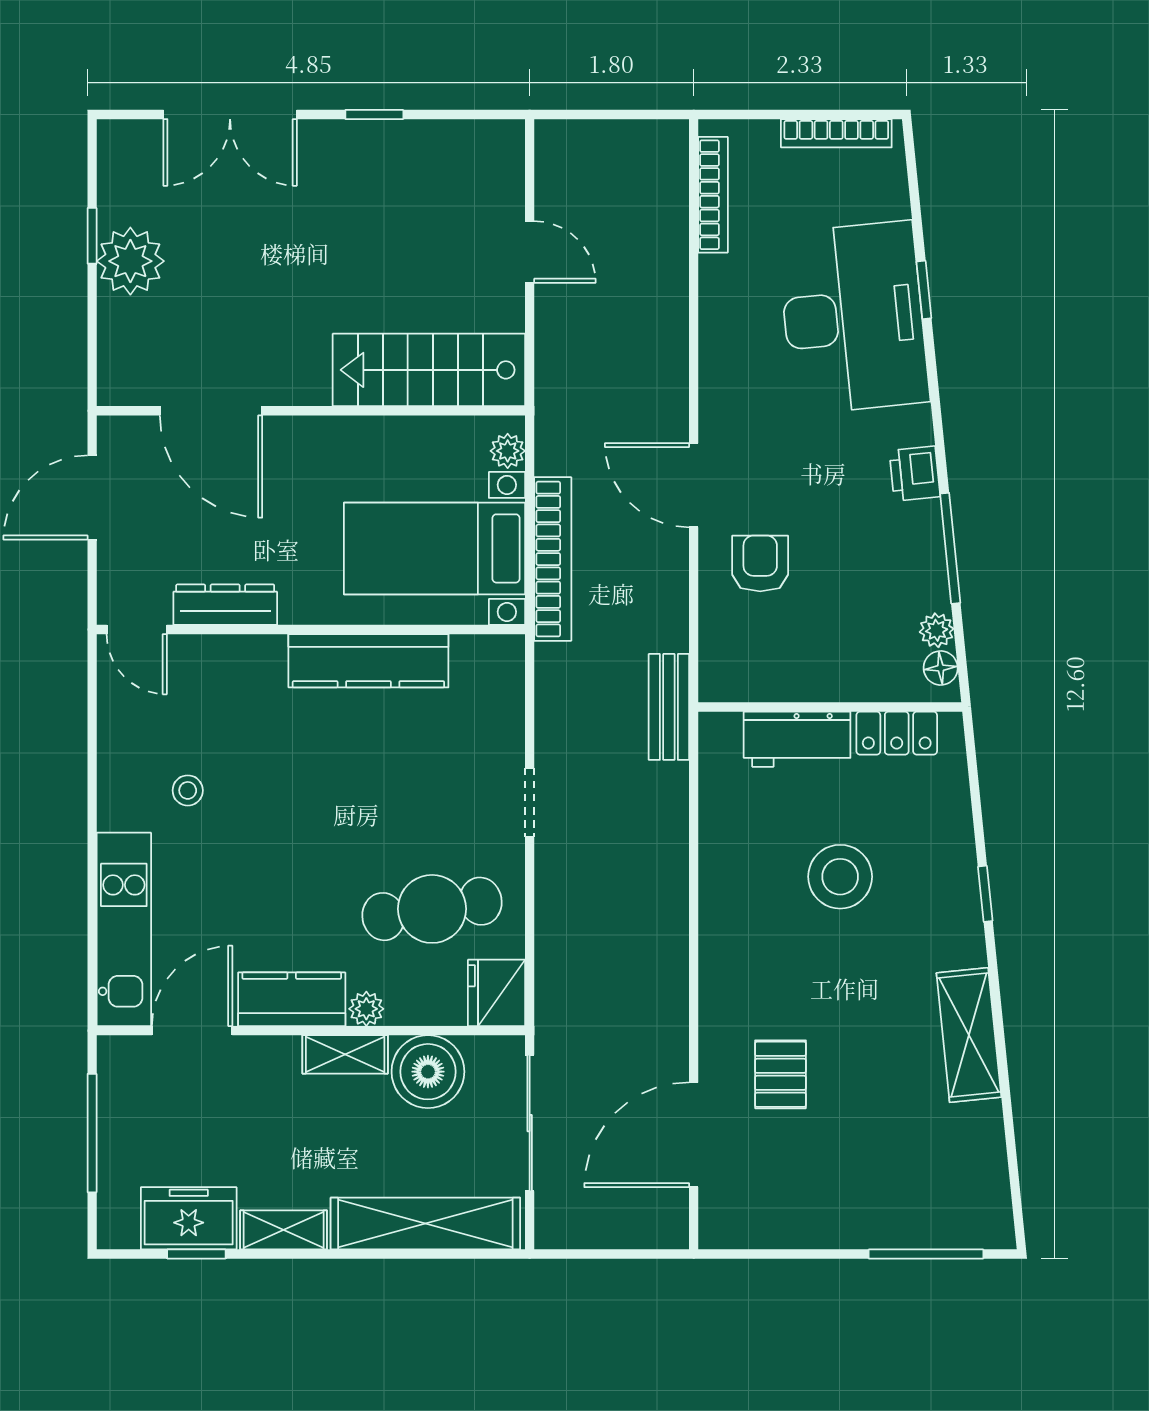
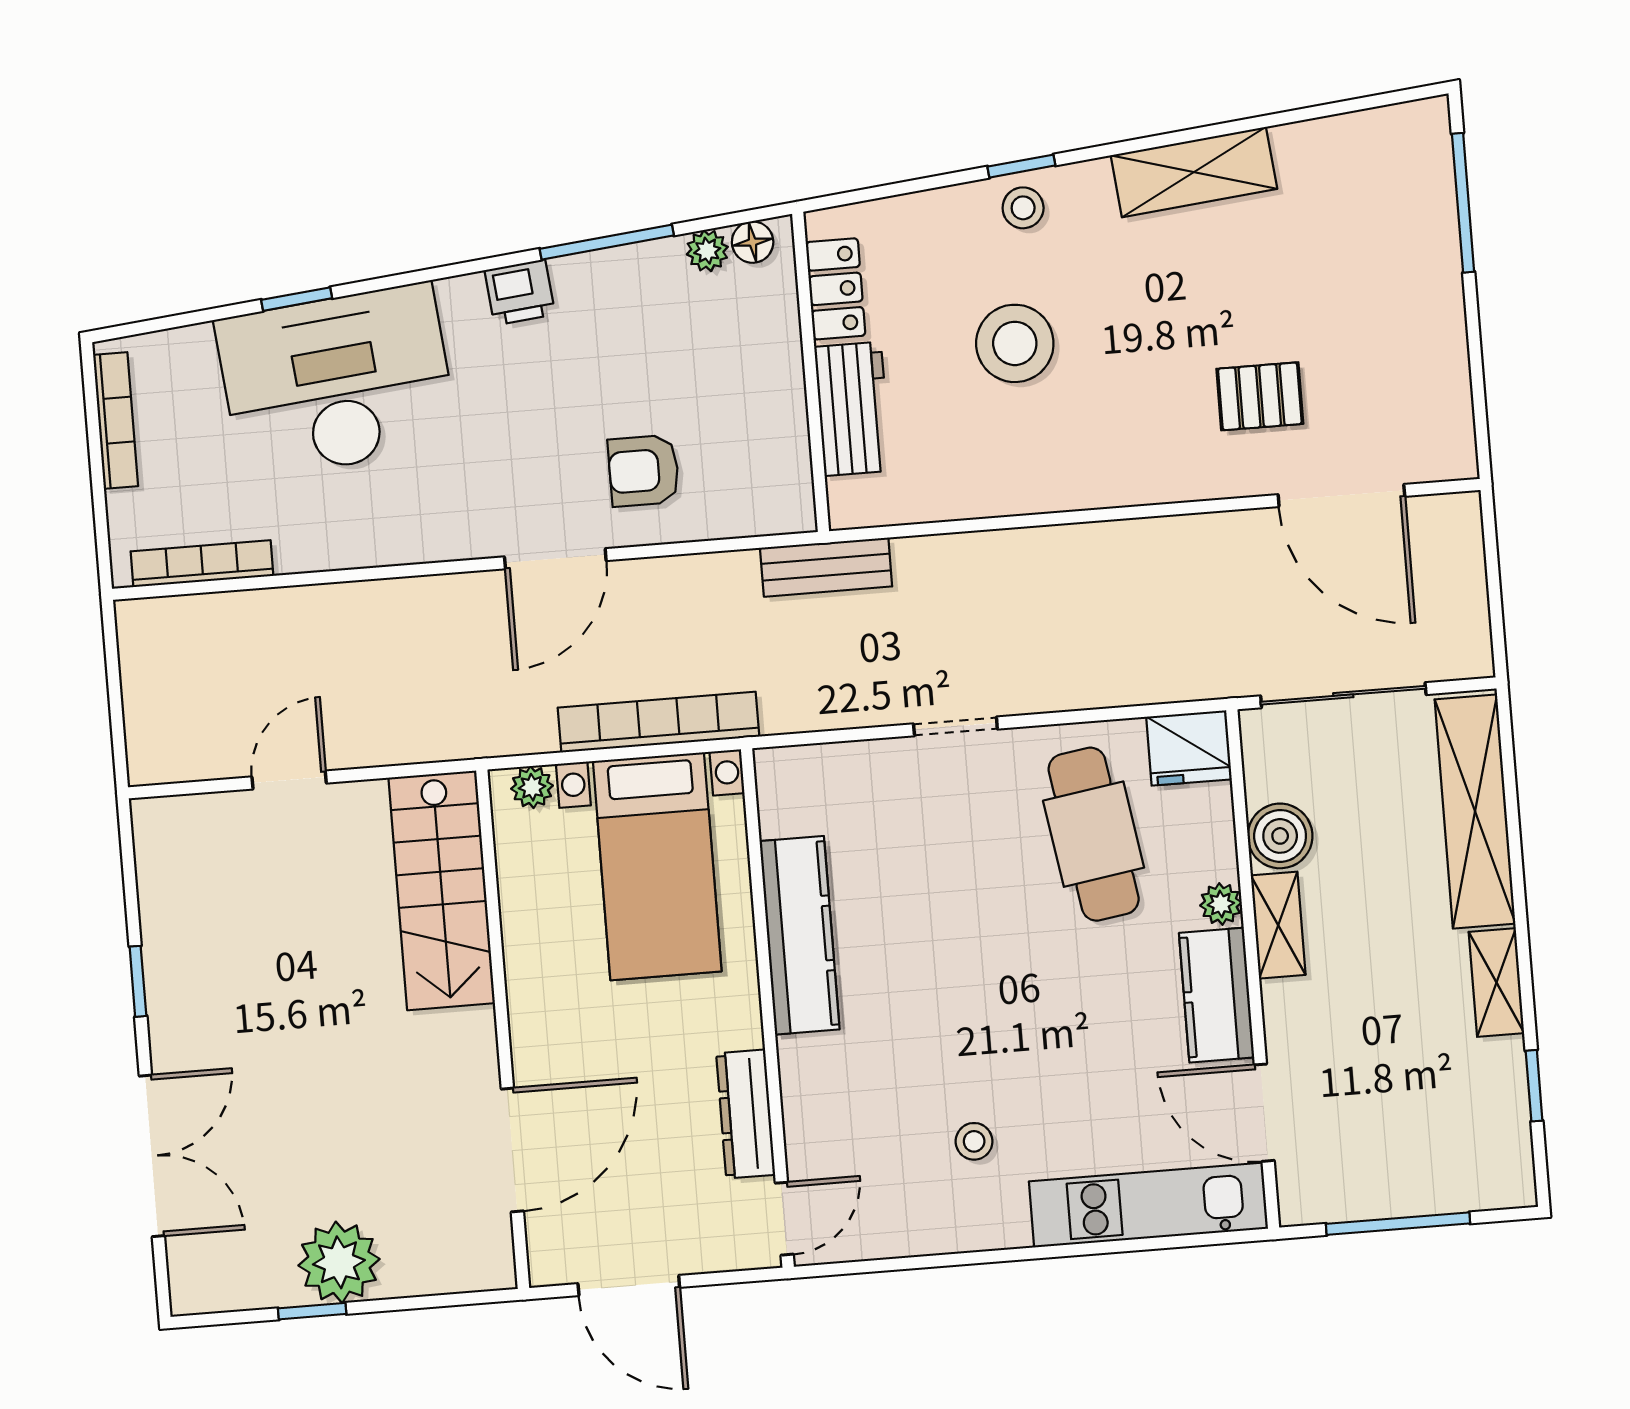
stool: (951, 892) -> (1023, 208), added
boiler: (428, 1072) -> (1280, 836), width x0.73, depth x0.73
freezer: (189, 1218) -> (1492, 1098), removed

